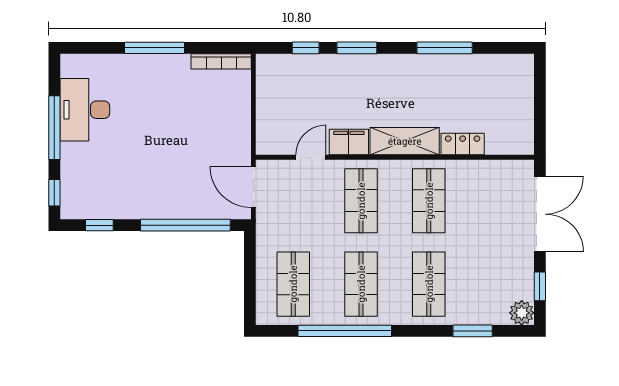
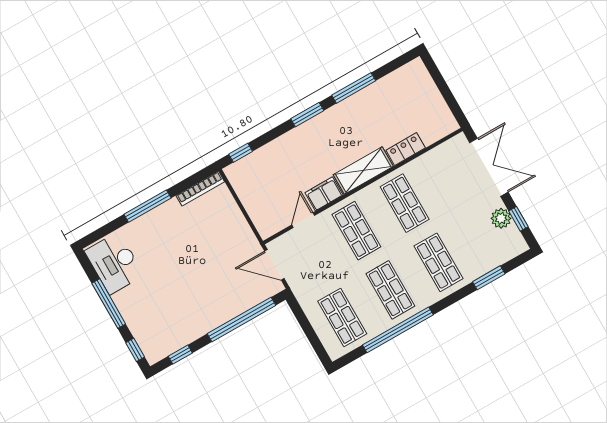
window: (306, 48) -> (241, 153), moved
window: (357, 48) -> (307, 115), moved
desk: (85, 110) -> (114, 263), moved
plant: (522, 313) -> (501, 218), moved

